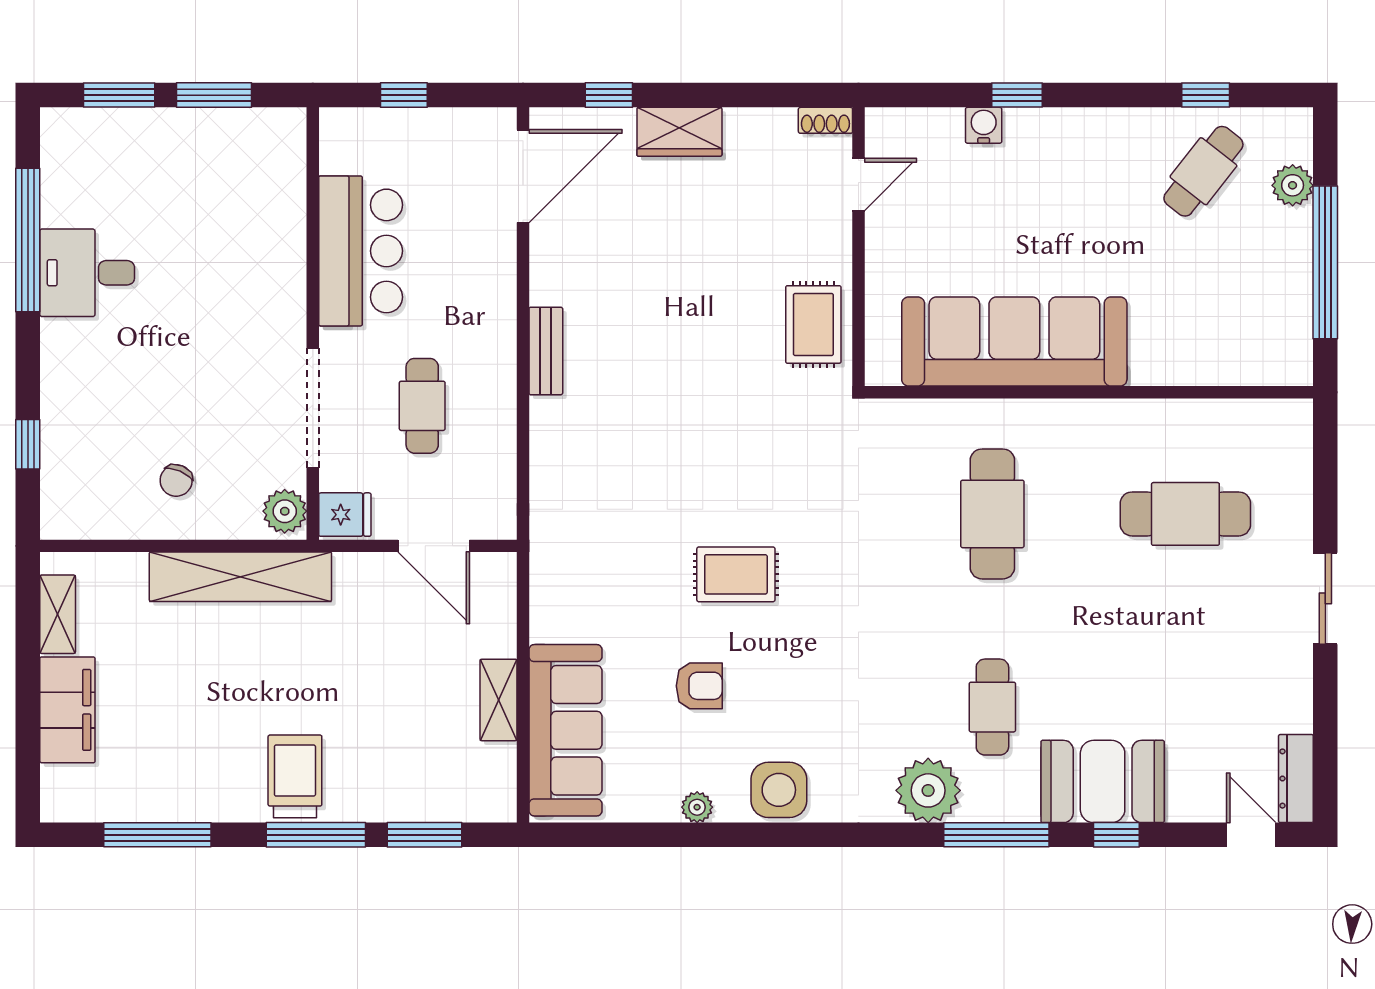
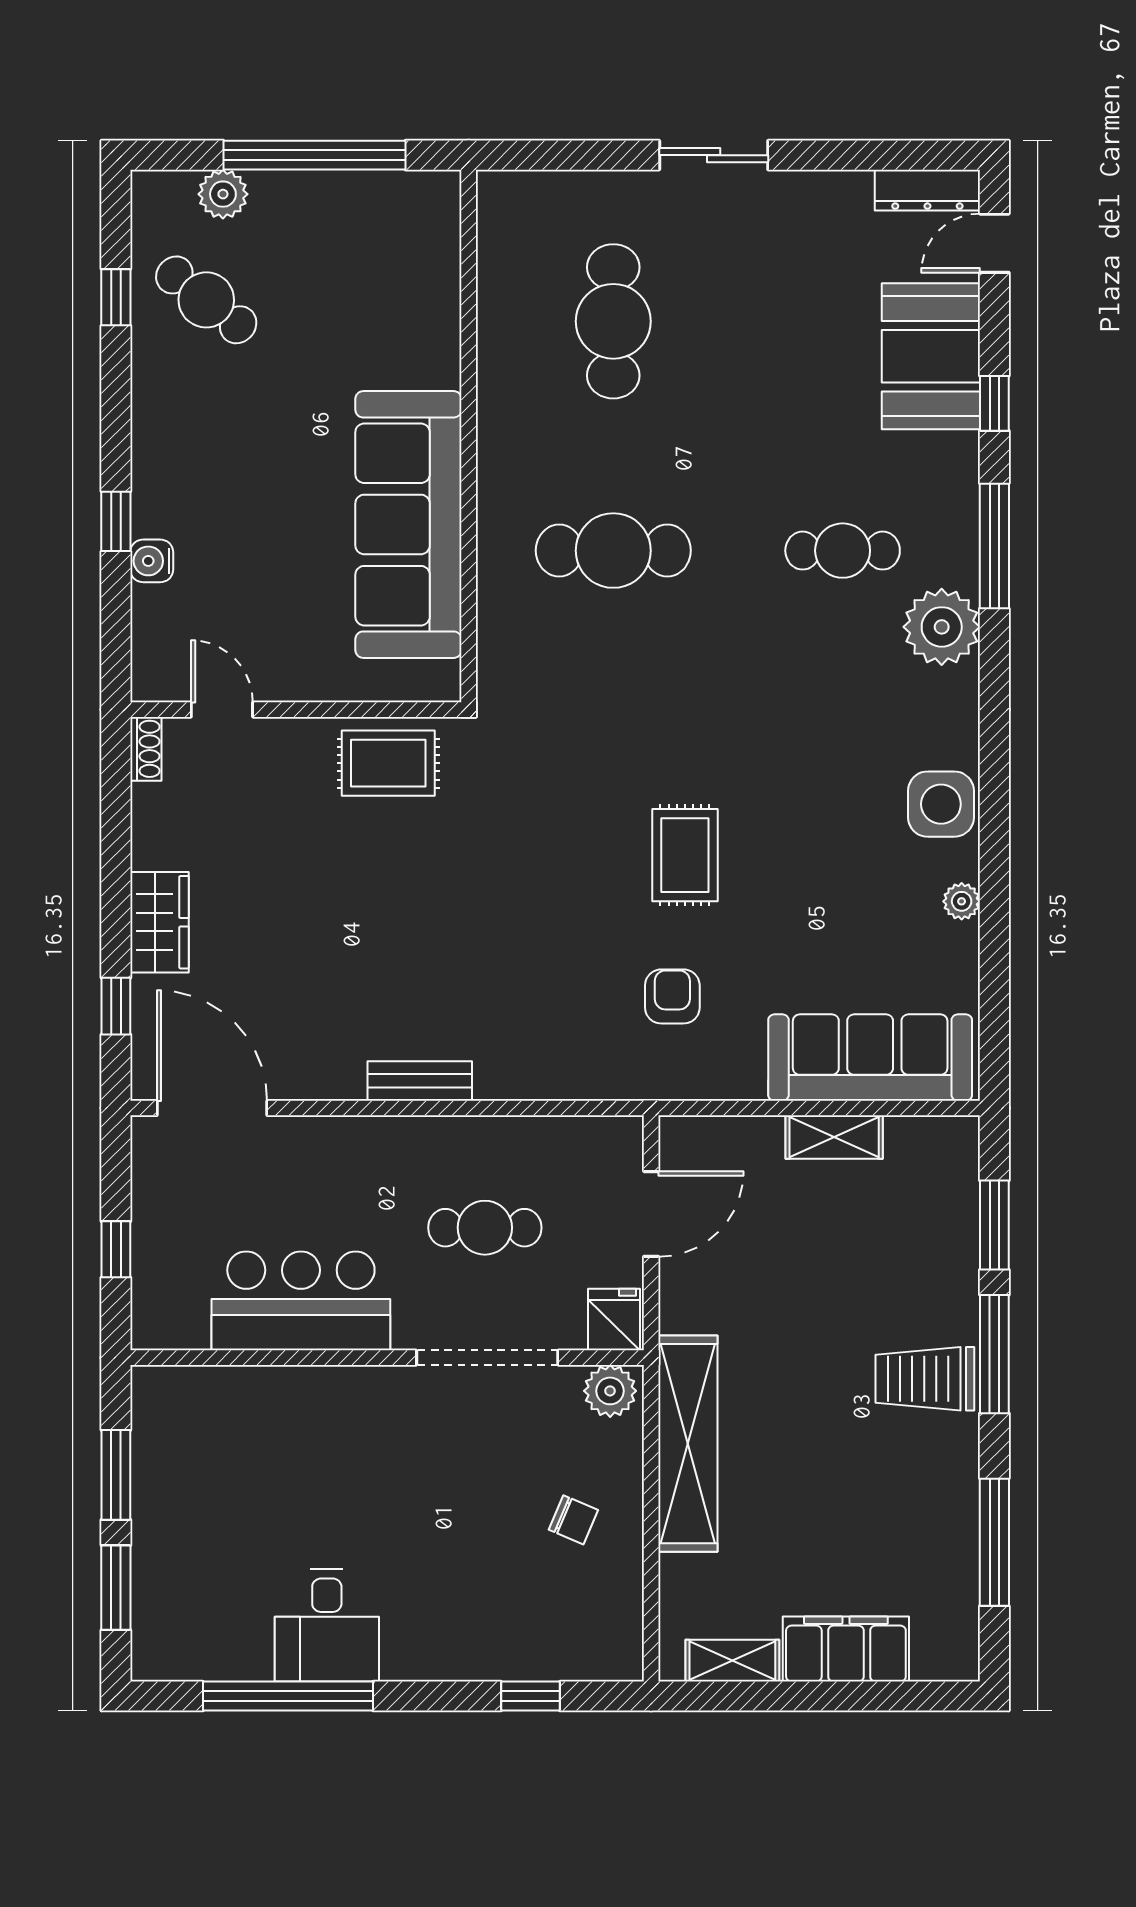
armchair: (699, 686) -> (672, 996), moved
booth: (1103, 781) -> (931, 356), moved

